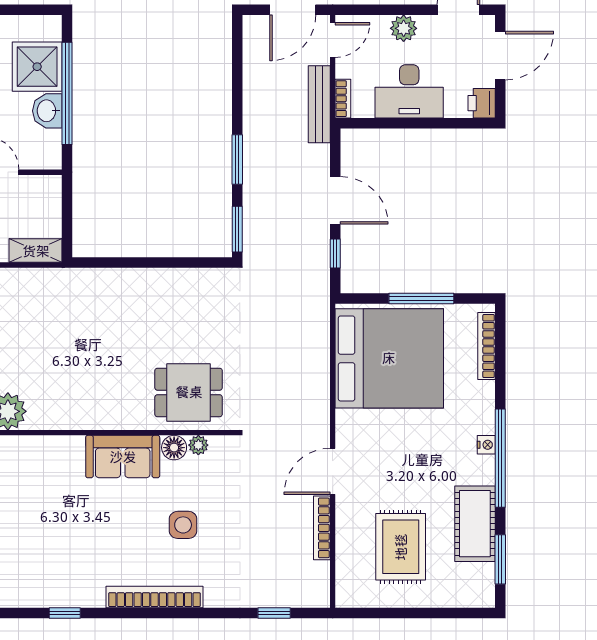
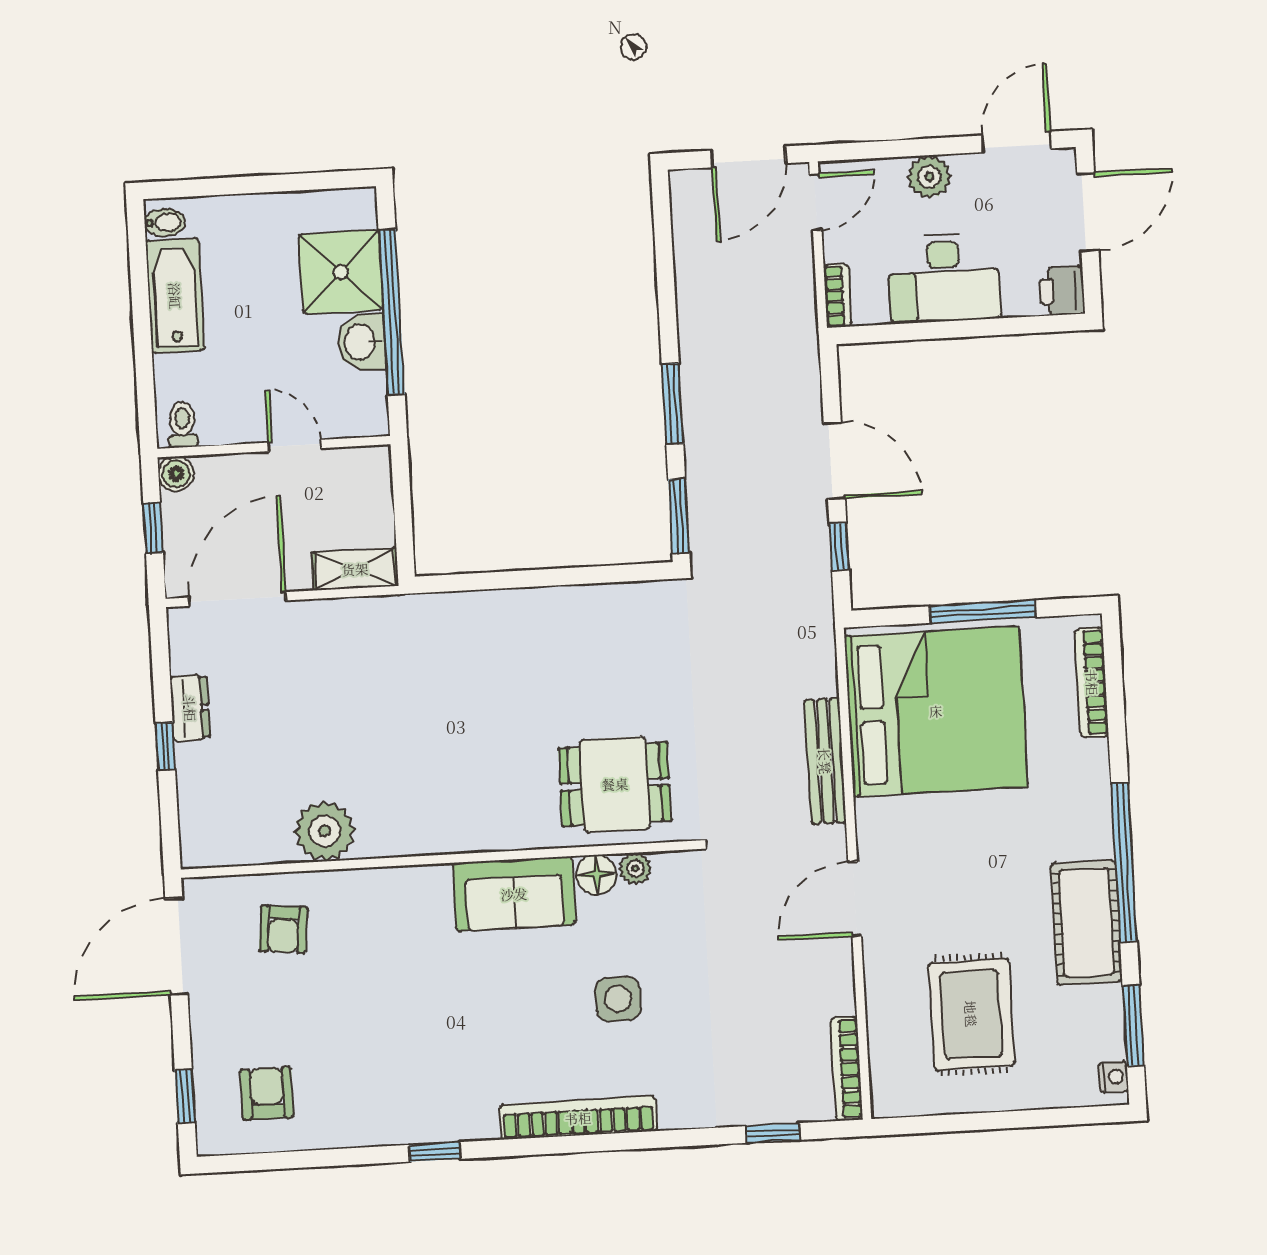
bench: (319, 104) -> (825, 761), moved
nightstand: (486, 445) -> (1113, 1077), moved
cot: (475, 524) -> (1087, 923), moved
bookcase: (322, 528) -> (847, 1069), moved

